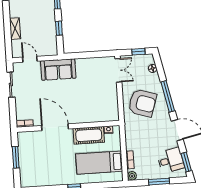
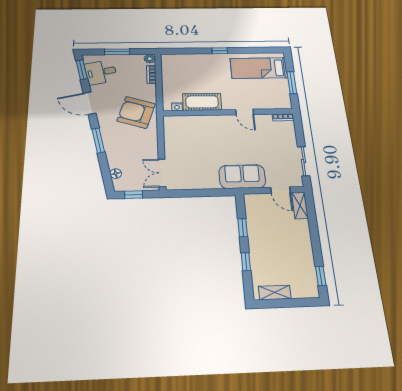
shelving: (15, 29) -> (300, 206), moved
window: (168, 96) -> (98, 140), width x0.69
armchair: (142, 103) -> (136, 112), moved
door: (55, 127) -> (245, 112), width x0.53
bed: (99, 163) -> (259, 68), moved, turned 180

